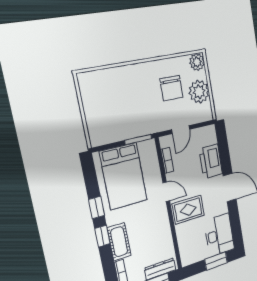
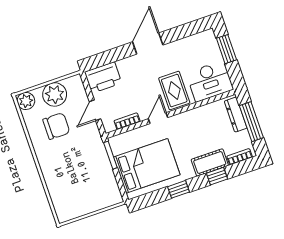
door: (181, 130) -> (95, 110), swing flipped
printer: (211, 161) -> (103, 77), moved
desk: (219, 235) -> (210, 81), moved, turned 180
window: (102, 236) -> (217, 176), moved

